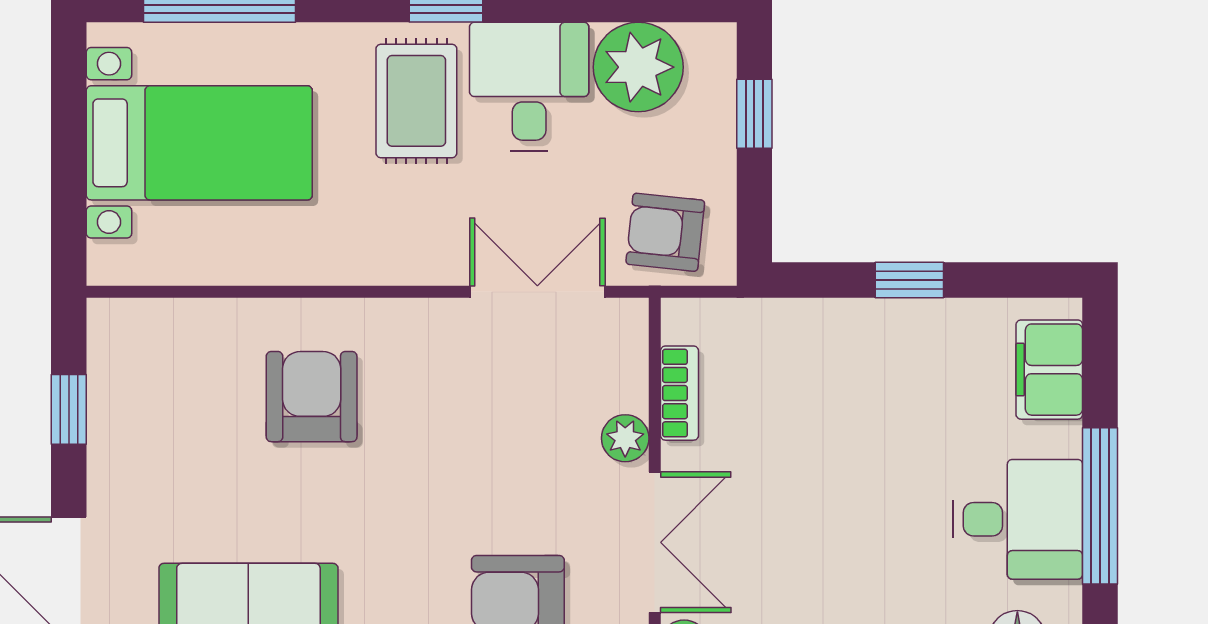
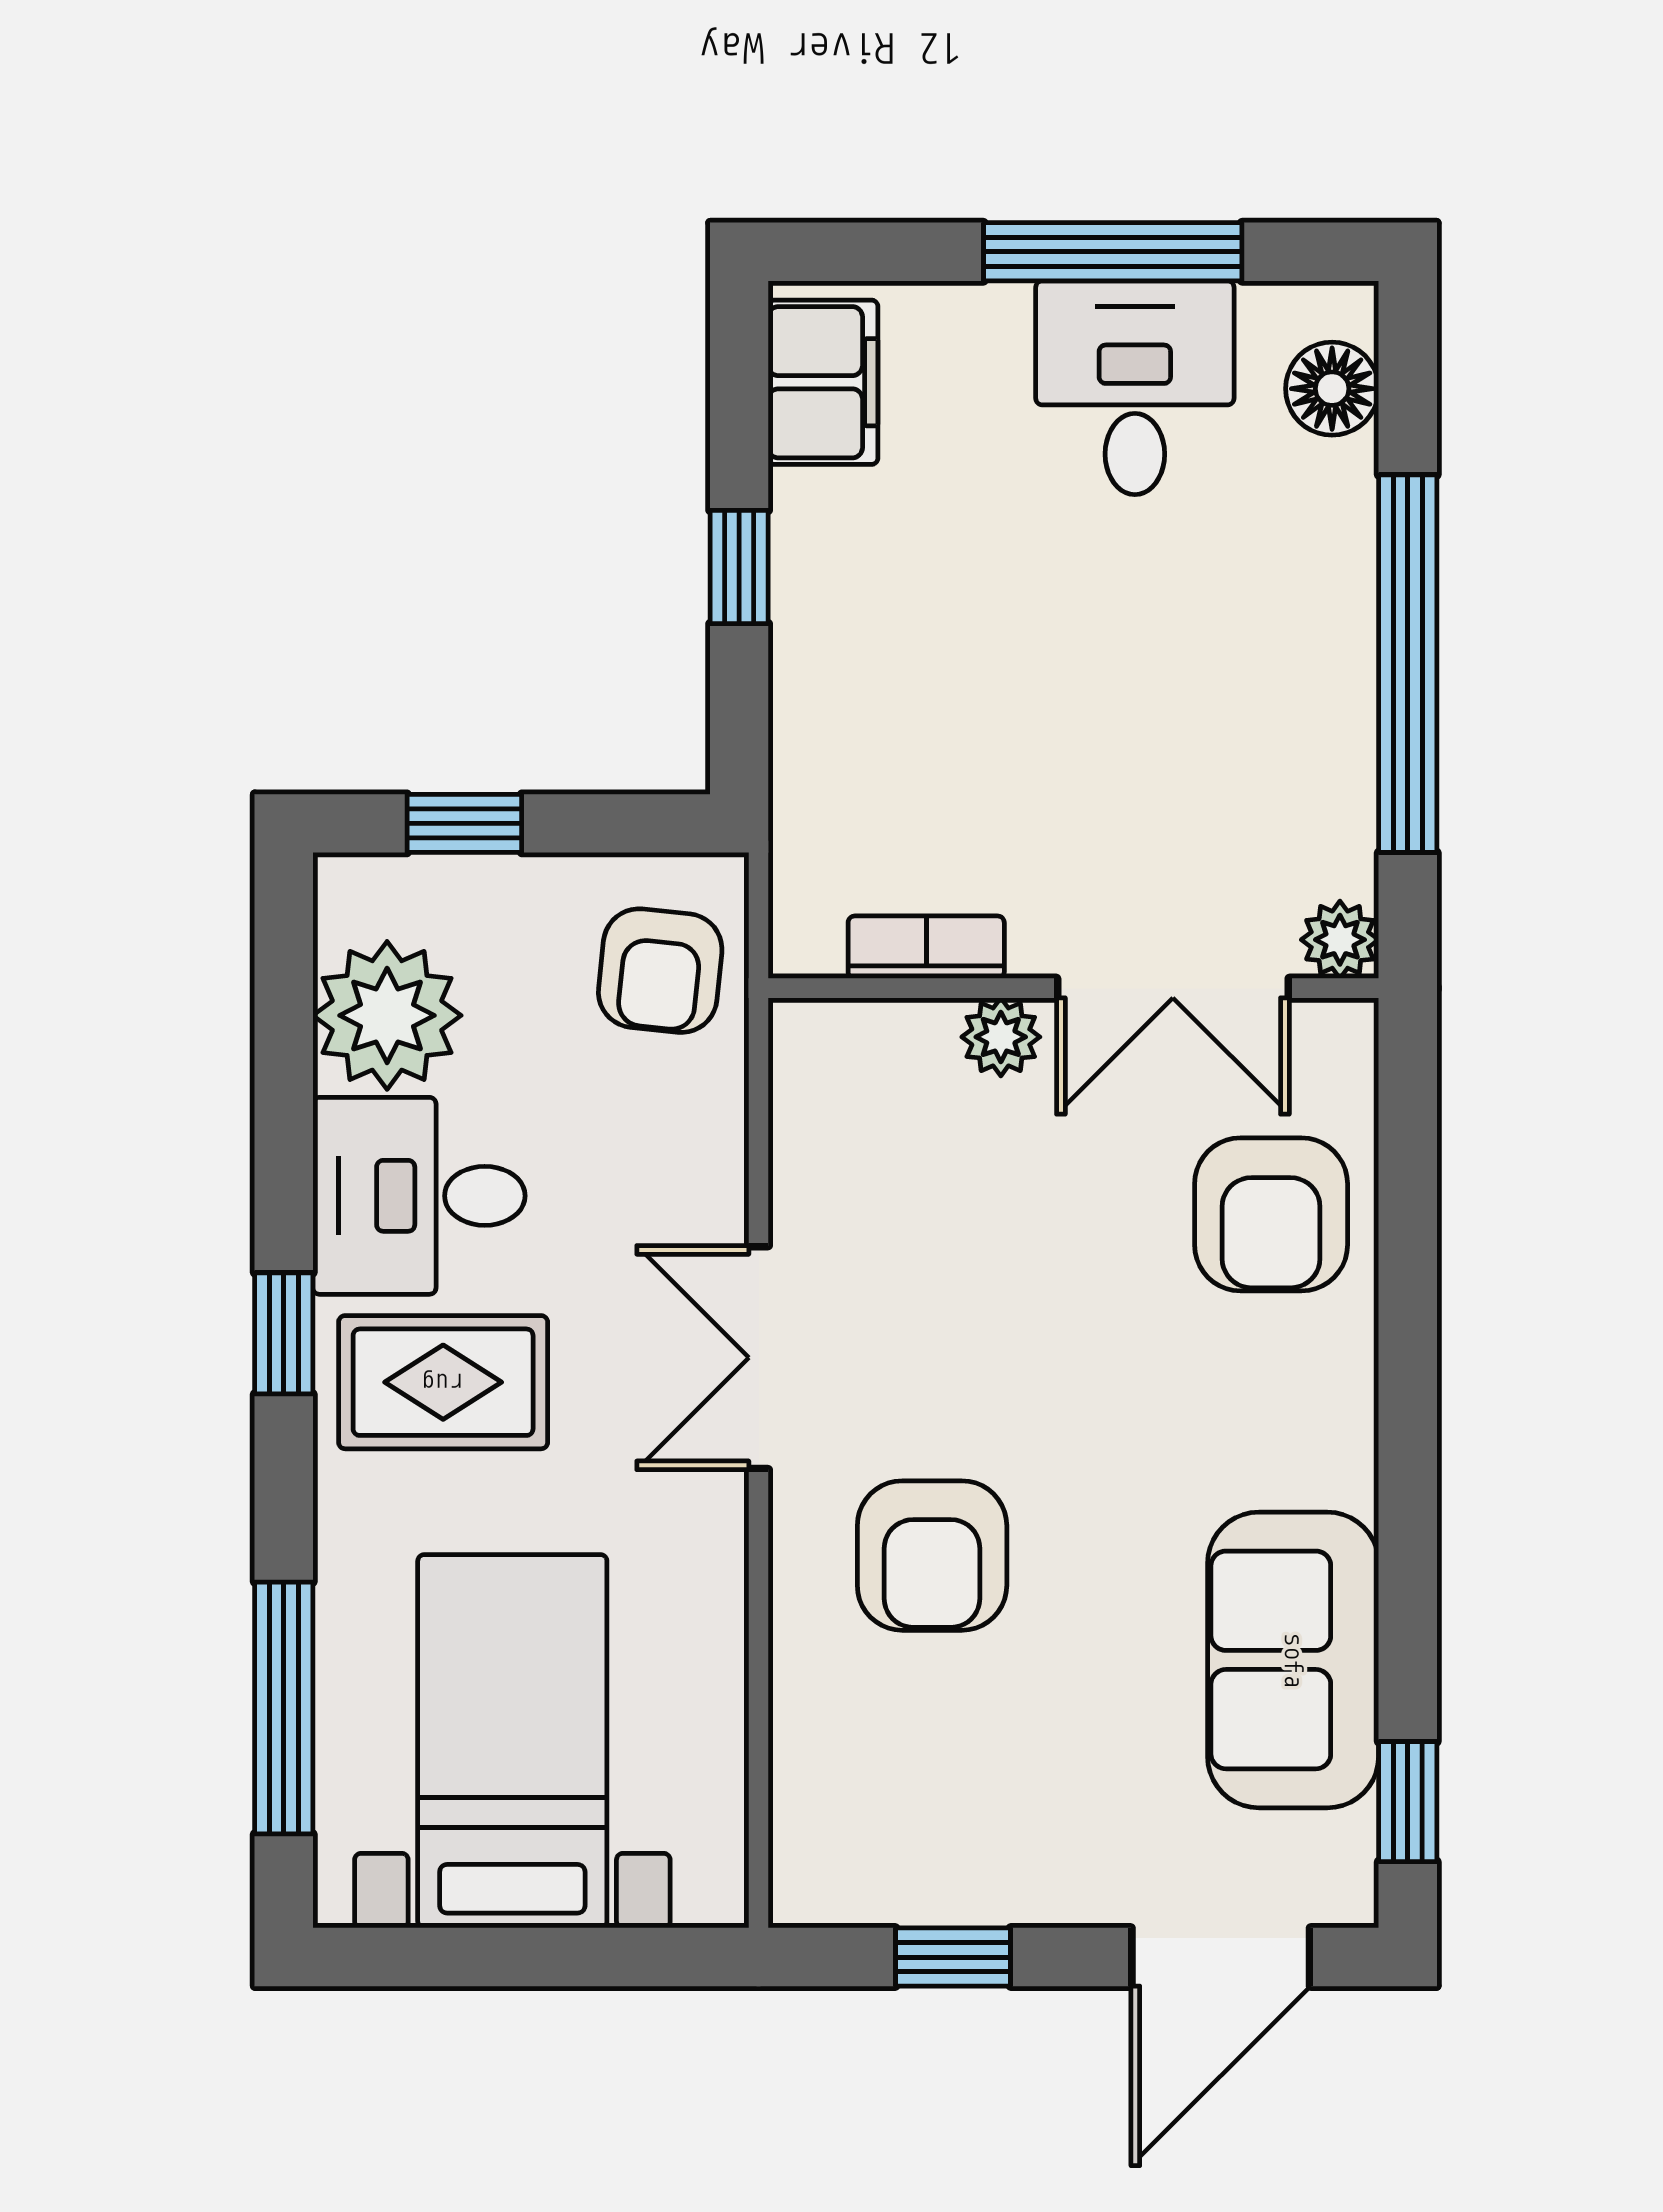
double door: (537, 292) -> (759, 1358), moved
filing cabinet: (1049, 370) -> (823, 382), moved, turned -90
armchair: (312, 397) -> (932, 1556), turned -90
double door: (655, 542) -> (1173, 988), swing flipped

